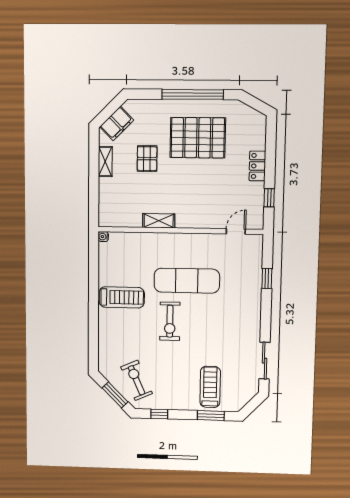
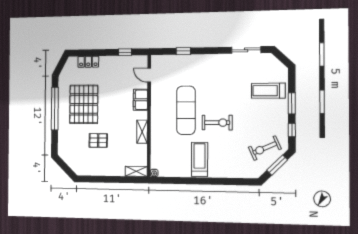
filing cabinet: (117, 123) -> (140, 100), moved, turned -135
shelving: (105, 162) -> (136, 171), moved
locker: (257, 166) -> (88, 62), moved
window: (211, 416) -> (292, 103), moved

